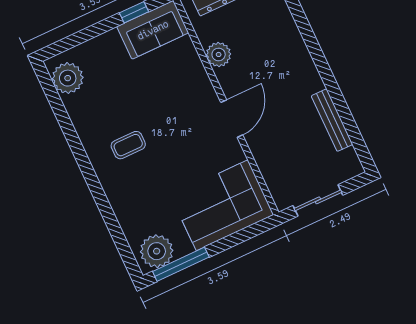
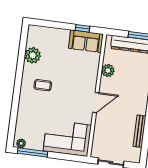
plant: (68, 78) -> (33, 55), moved
plant: (157, 251) -> (21, 143), width x0.53, depth x0.53

